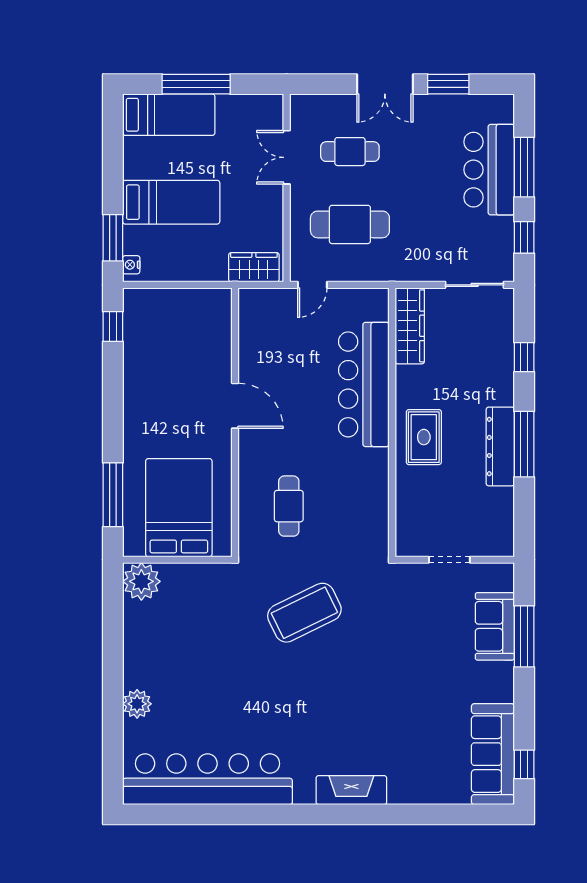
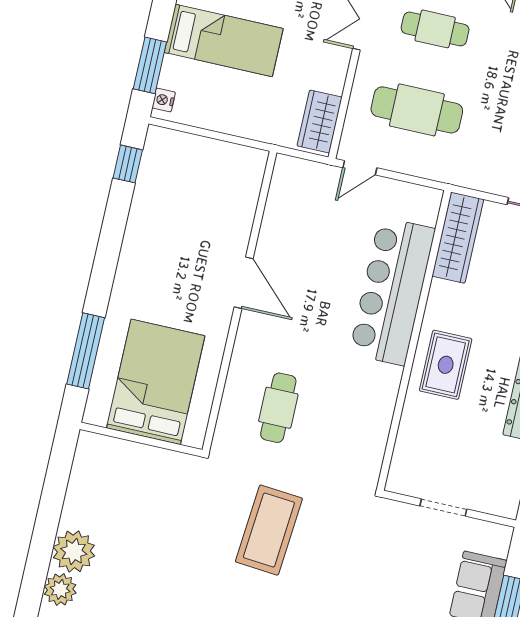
wardrobe: (254, 267) -> (320, 121), moved, turned -90
plant: (141, 581) -> (74, 551), moved
coffee table: (304, 613) -> (269, 530), turned -59

